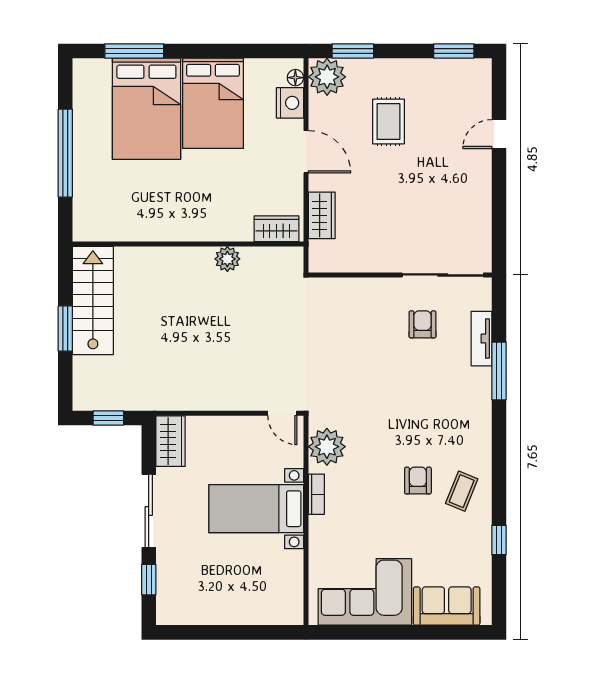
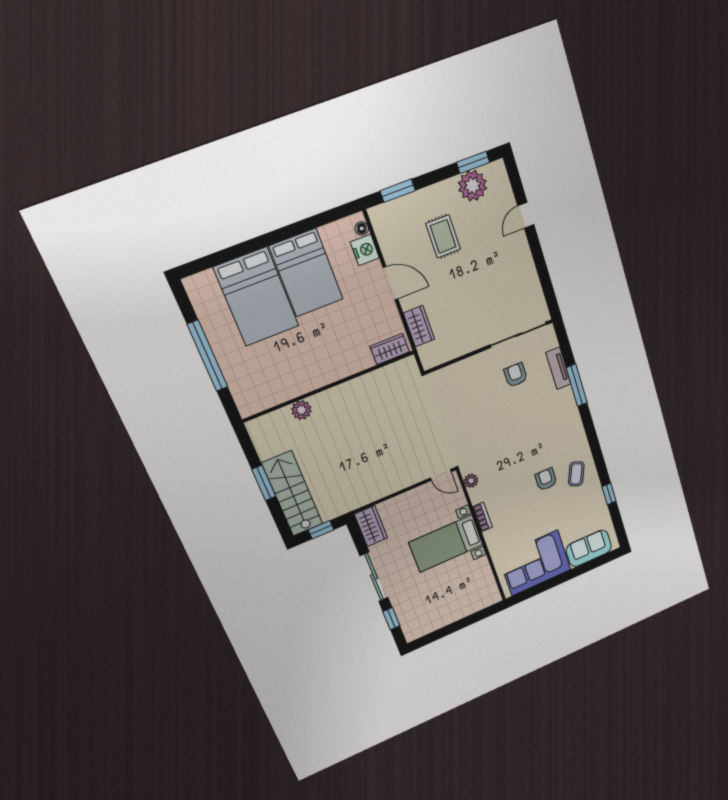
window: (134, 51) -> (228, 255), removed
plant: (327, 77) -> (473, 186), moved
plant: (227, 259) -> (301, 410), moved
stairs: (93, 301) -> (292, 494), moved
plant: (327, 447) -> (471, 481), width x0.53, depth x0.53

